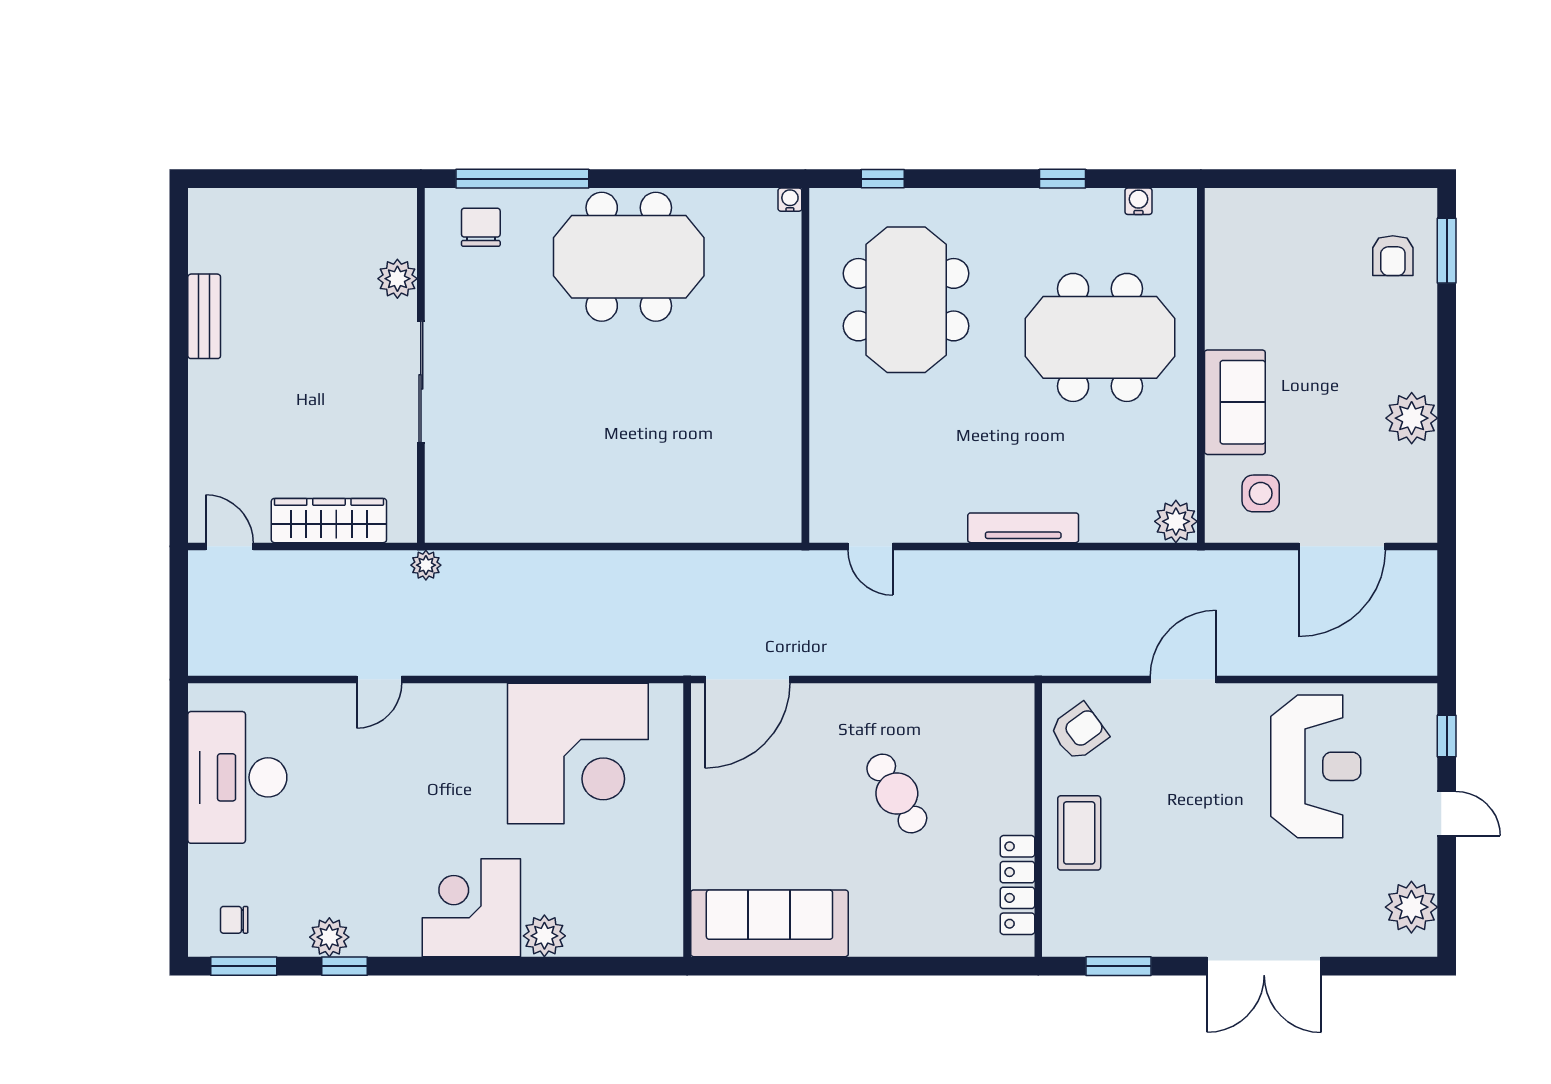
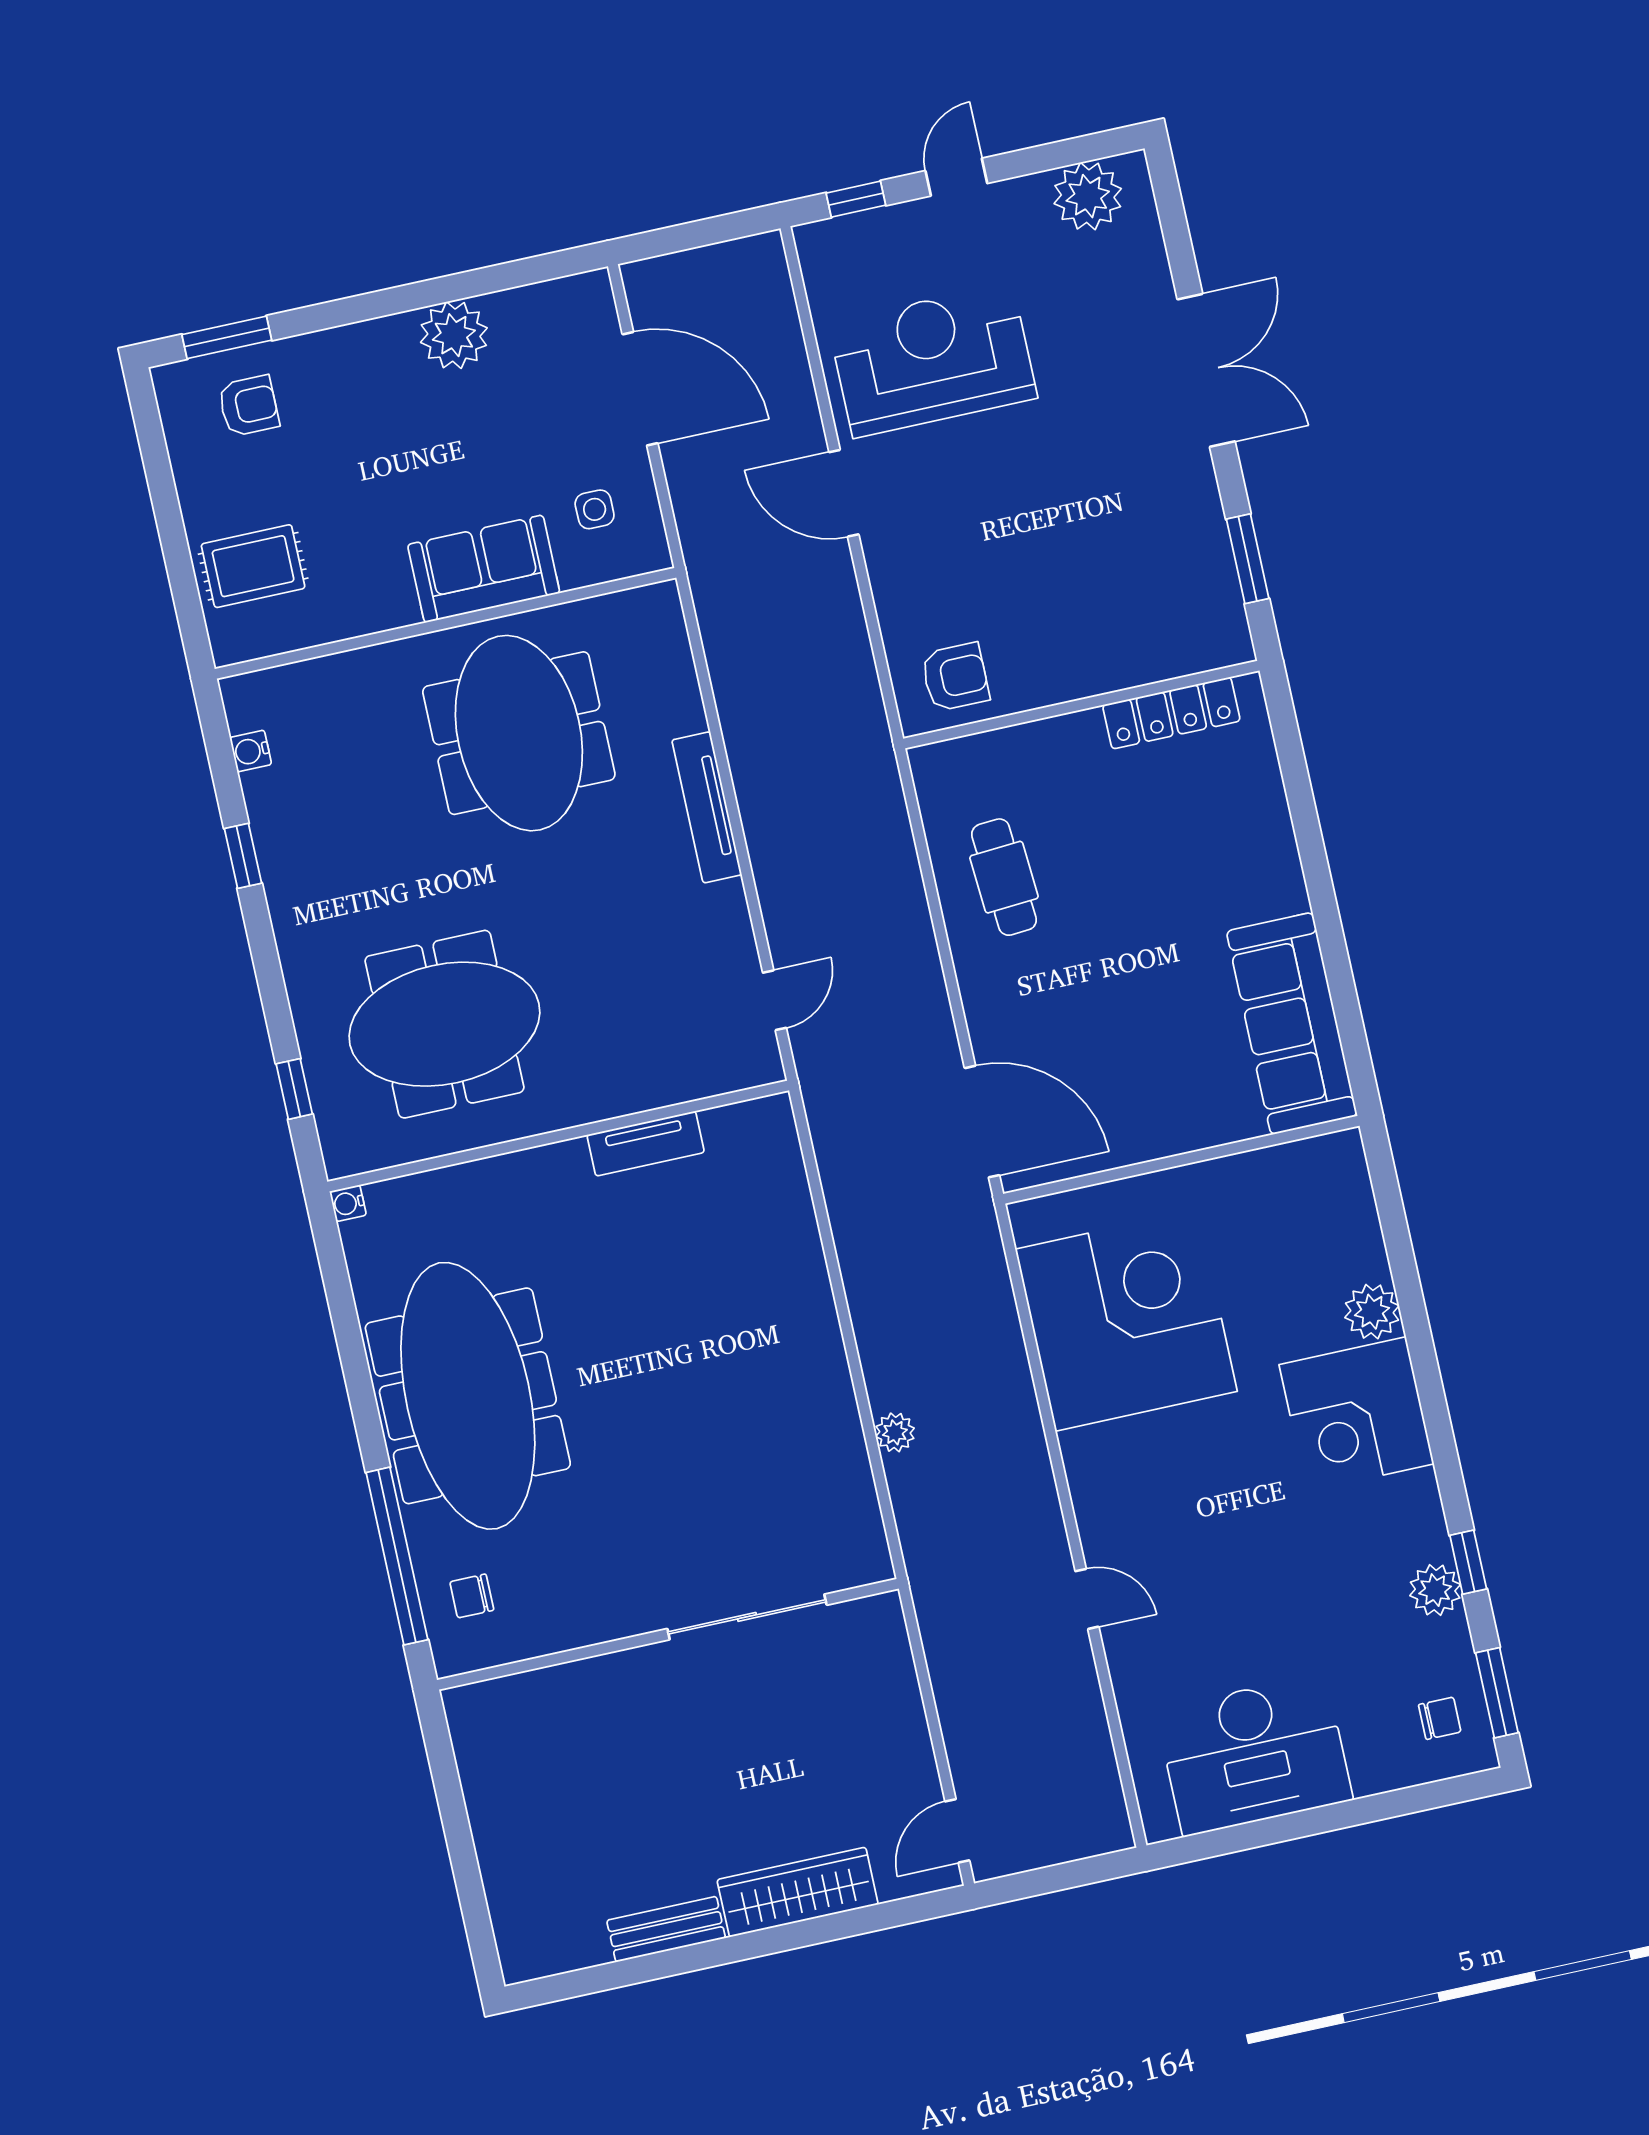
chair: (481, 227) -> (472, 1596), width x0.73, depth x0.73
rug: (1274, 233) -> (253, 566), added
meeting table: (629, 257) -> (468, 1396), width x1.36
plant: (397, 279) -> (562, 1689), removed
meeting table: (1100, 337) -> (519, 733), moved
sliding door: (421, 382) -> (747, 1617), moved
tv unit: (786, 428) -> (646, 1144), added
side table: (1261, 493) -> (595, 509), width x0.73, depth x0.73
wardrobe: (329, 521) -> (798, 1892), moved, turned 90
plant: (1176, 521) -> (655, 611), removed
plant: (426, 565) -> (895, 1432), moved
door: (1183, 680) -> (844, 493), moved
armchair: (1079, 732) -> (955, 677), turned 126
cafe table: (897, 794) -> (1004, 877), moved, turned -63
coffee table: (1079, 833) -> (1086, 648), removed
chair: (234, 920) -> (1440, 1718), turned -90

